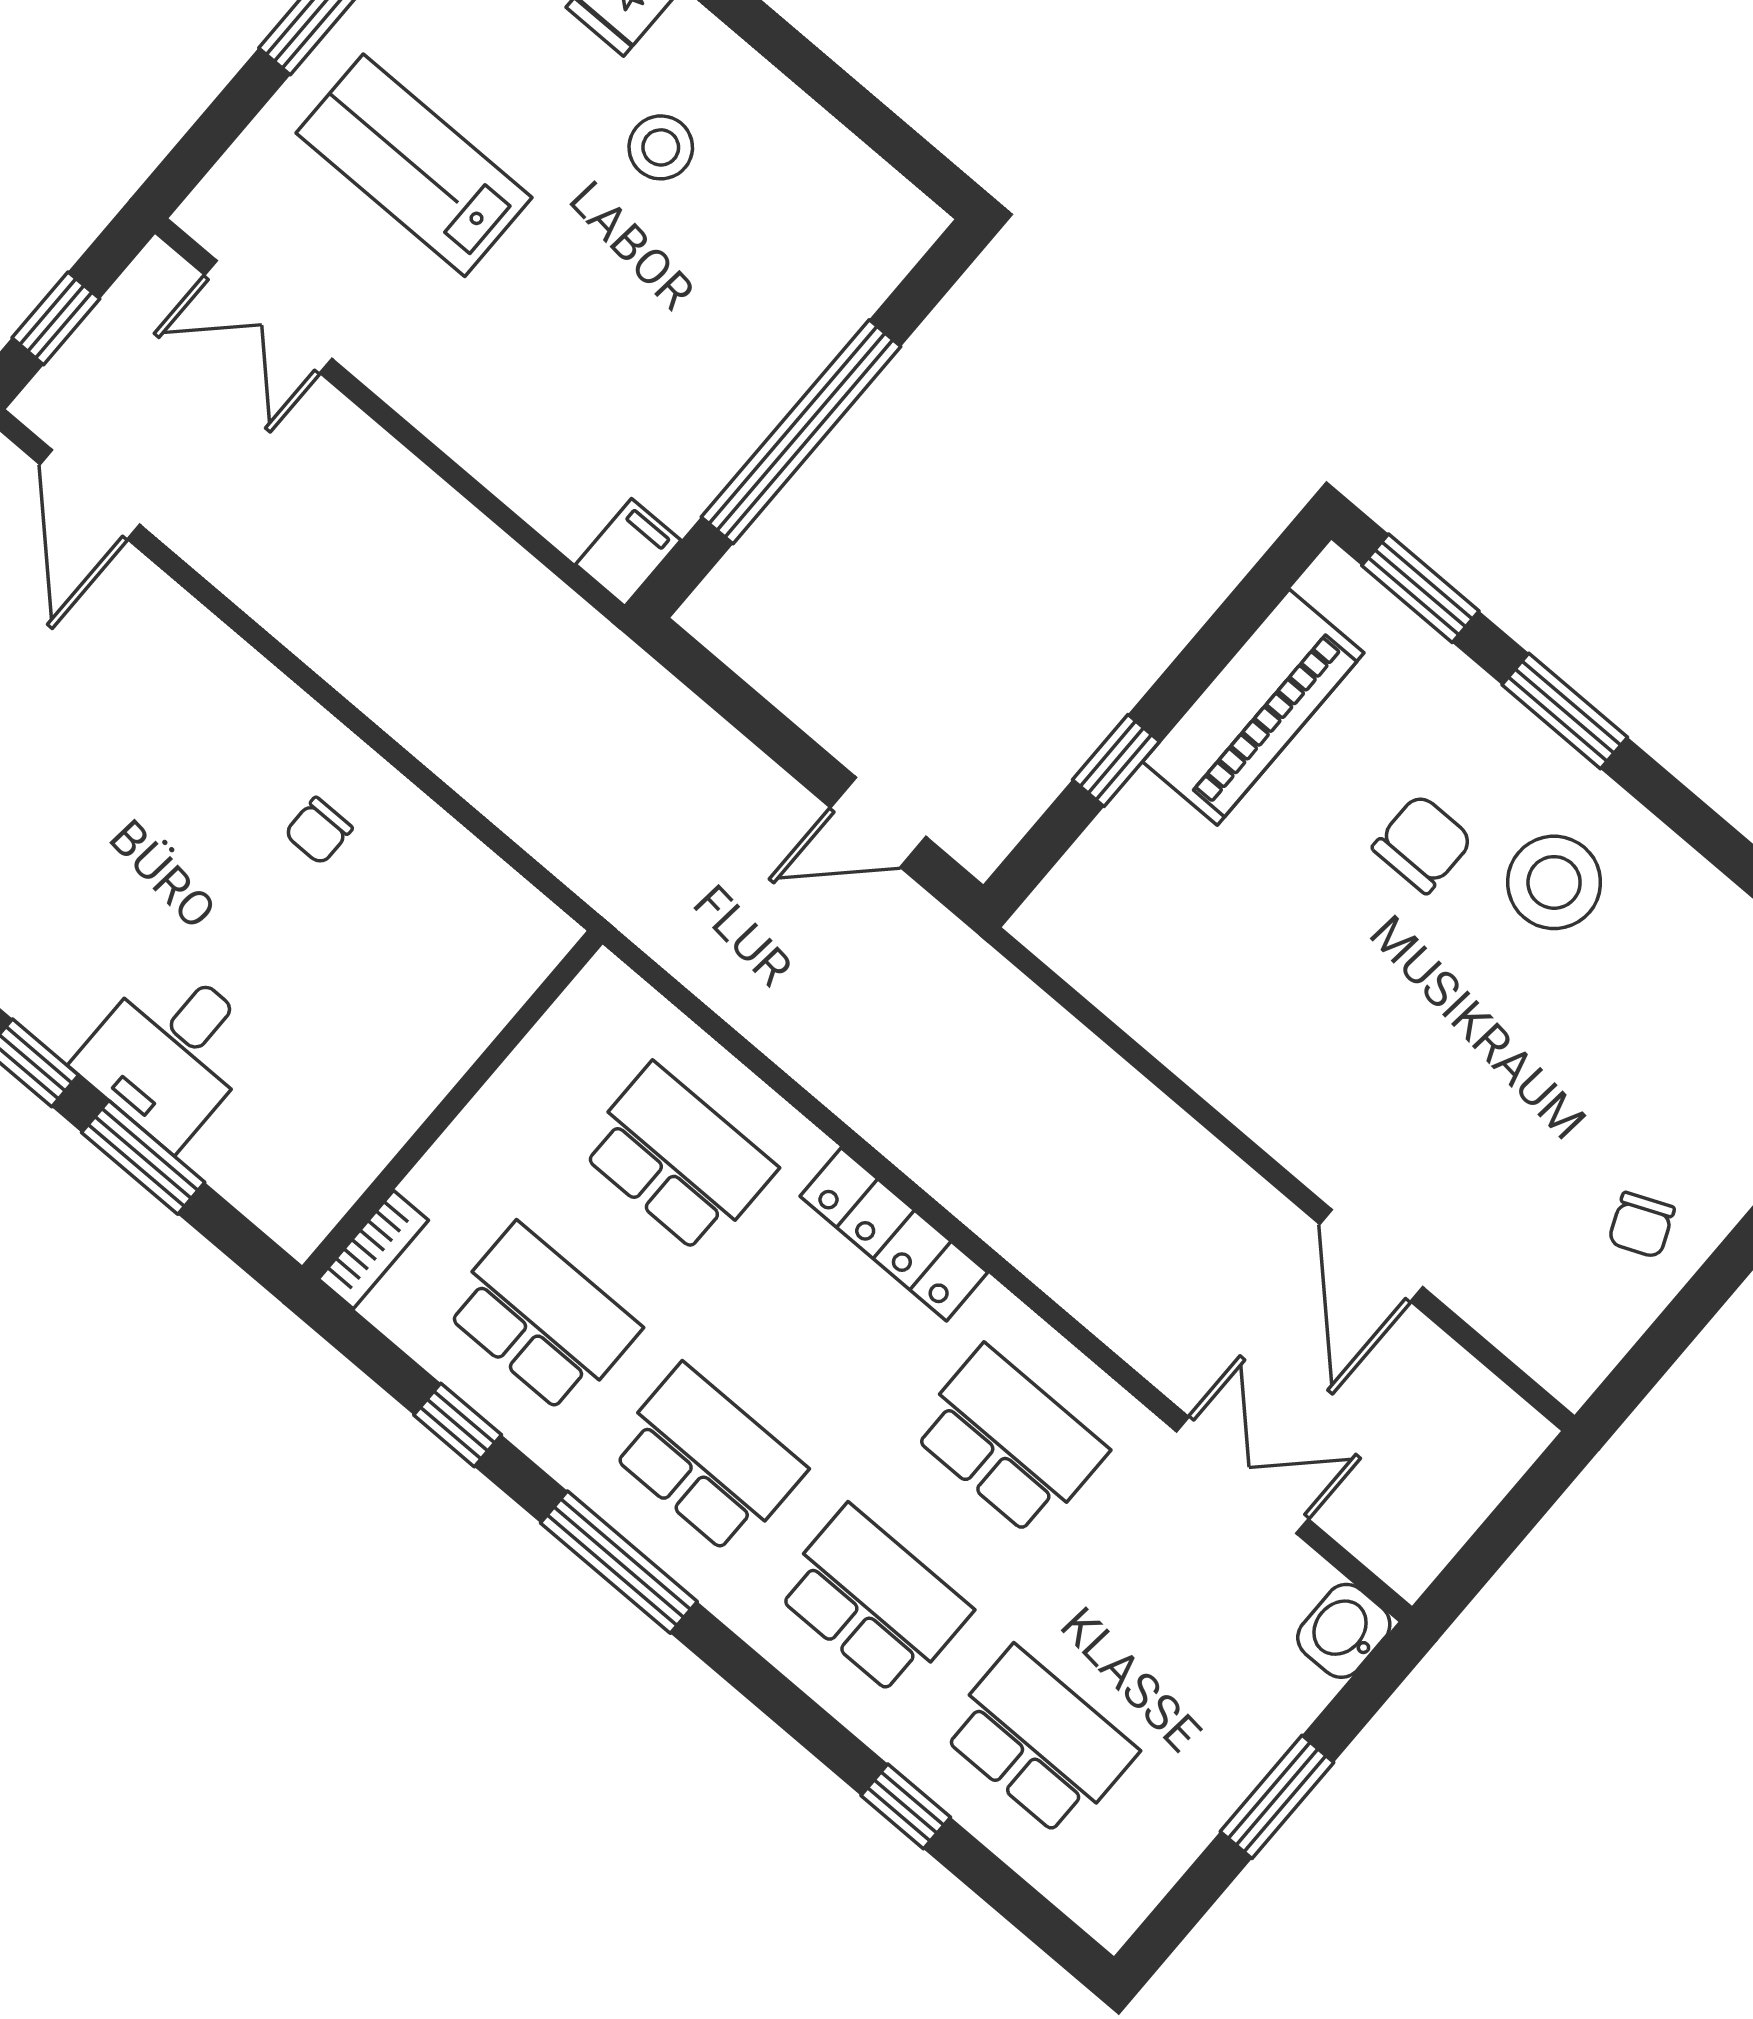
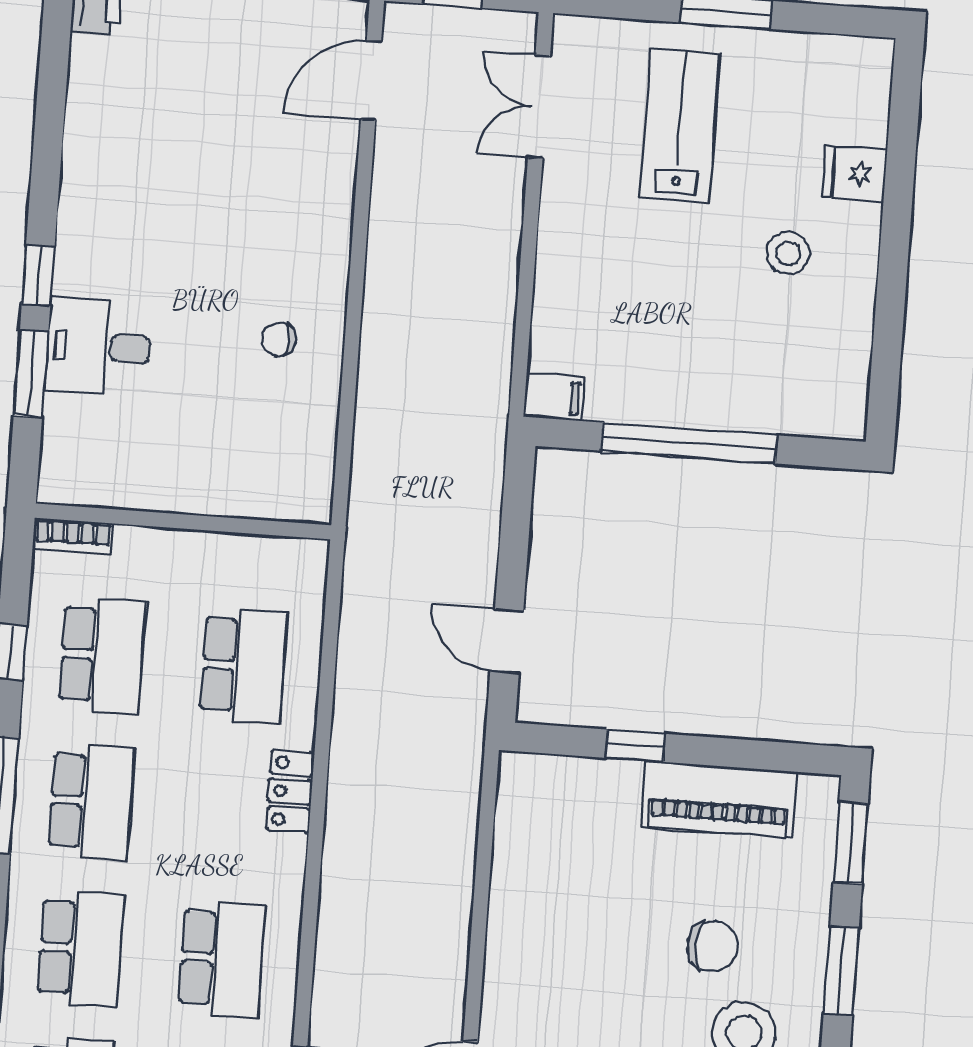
locker: (894, 1234) -> (290, 791), width x0.66

